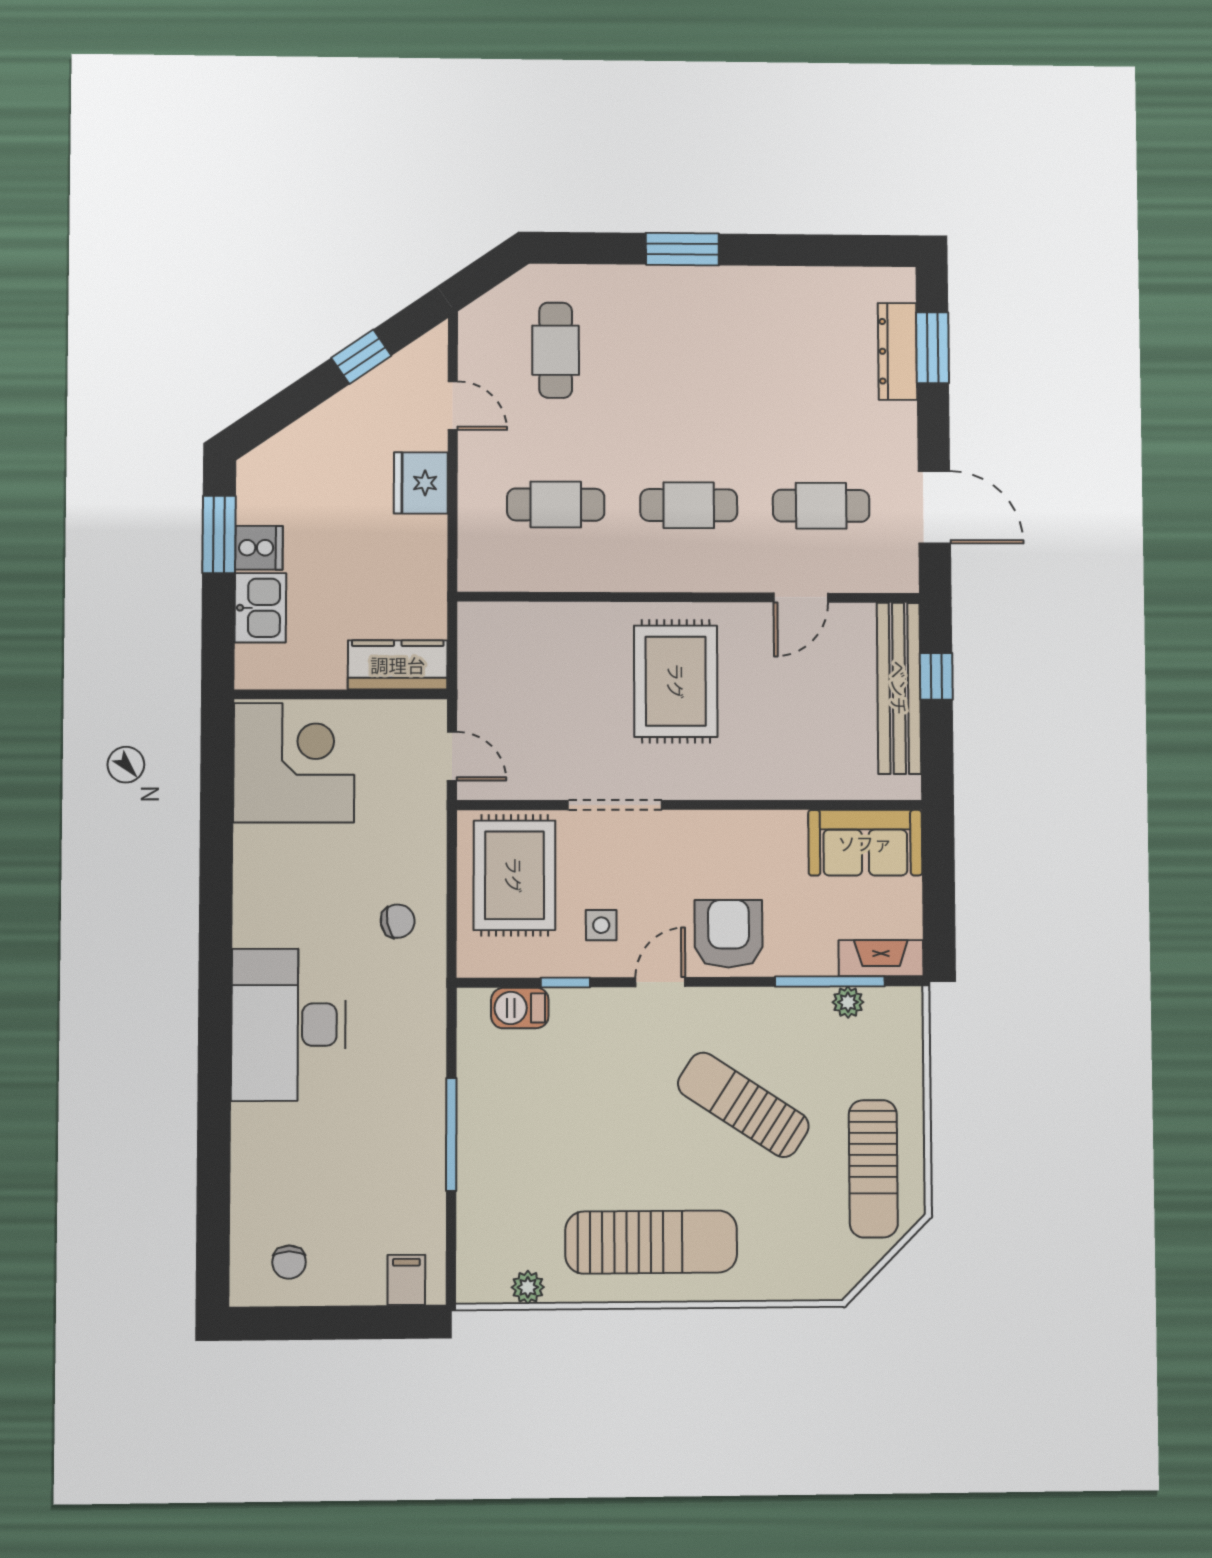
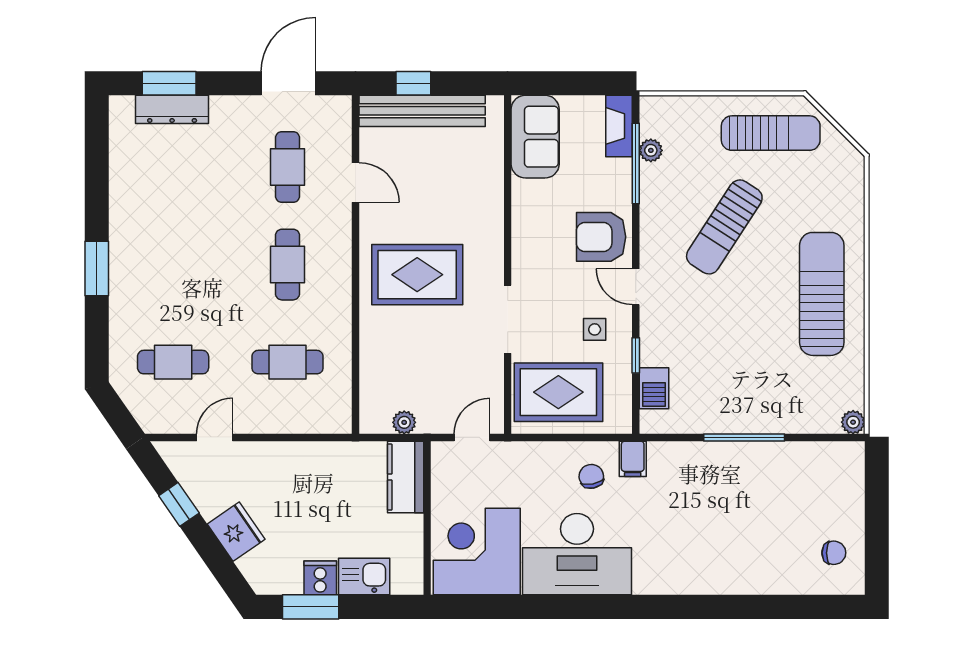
fridge: (421, 483) -> (236, 532), moved, turned -125
cafe table: (556, 505) -> (287, 362), turned 90
plant: (473, 663) -> (404, 422), added
desk: (289, 1025) -> (577, 554), moved
filing cabinet: (406, 1280) -> (633, 459), moved, turned -90
plant: (528, 1287) -> (853, 422), moved

